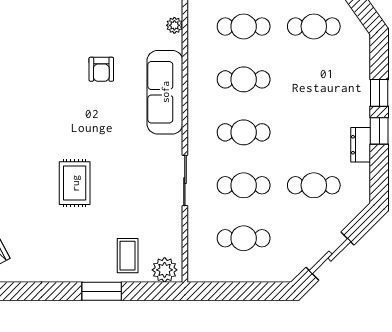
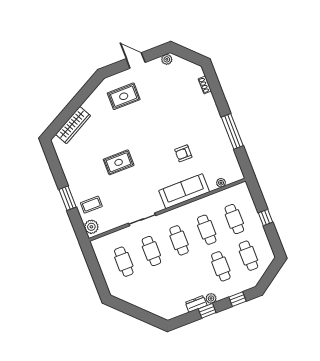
window: (379, 93) -> (237, 299), moved
plant: (361, 116) -> (211, 298), added
cafe table: (314, 185) -> (221, 266), moved
sliding door: (330, 256) -> (132, 310), removed

